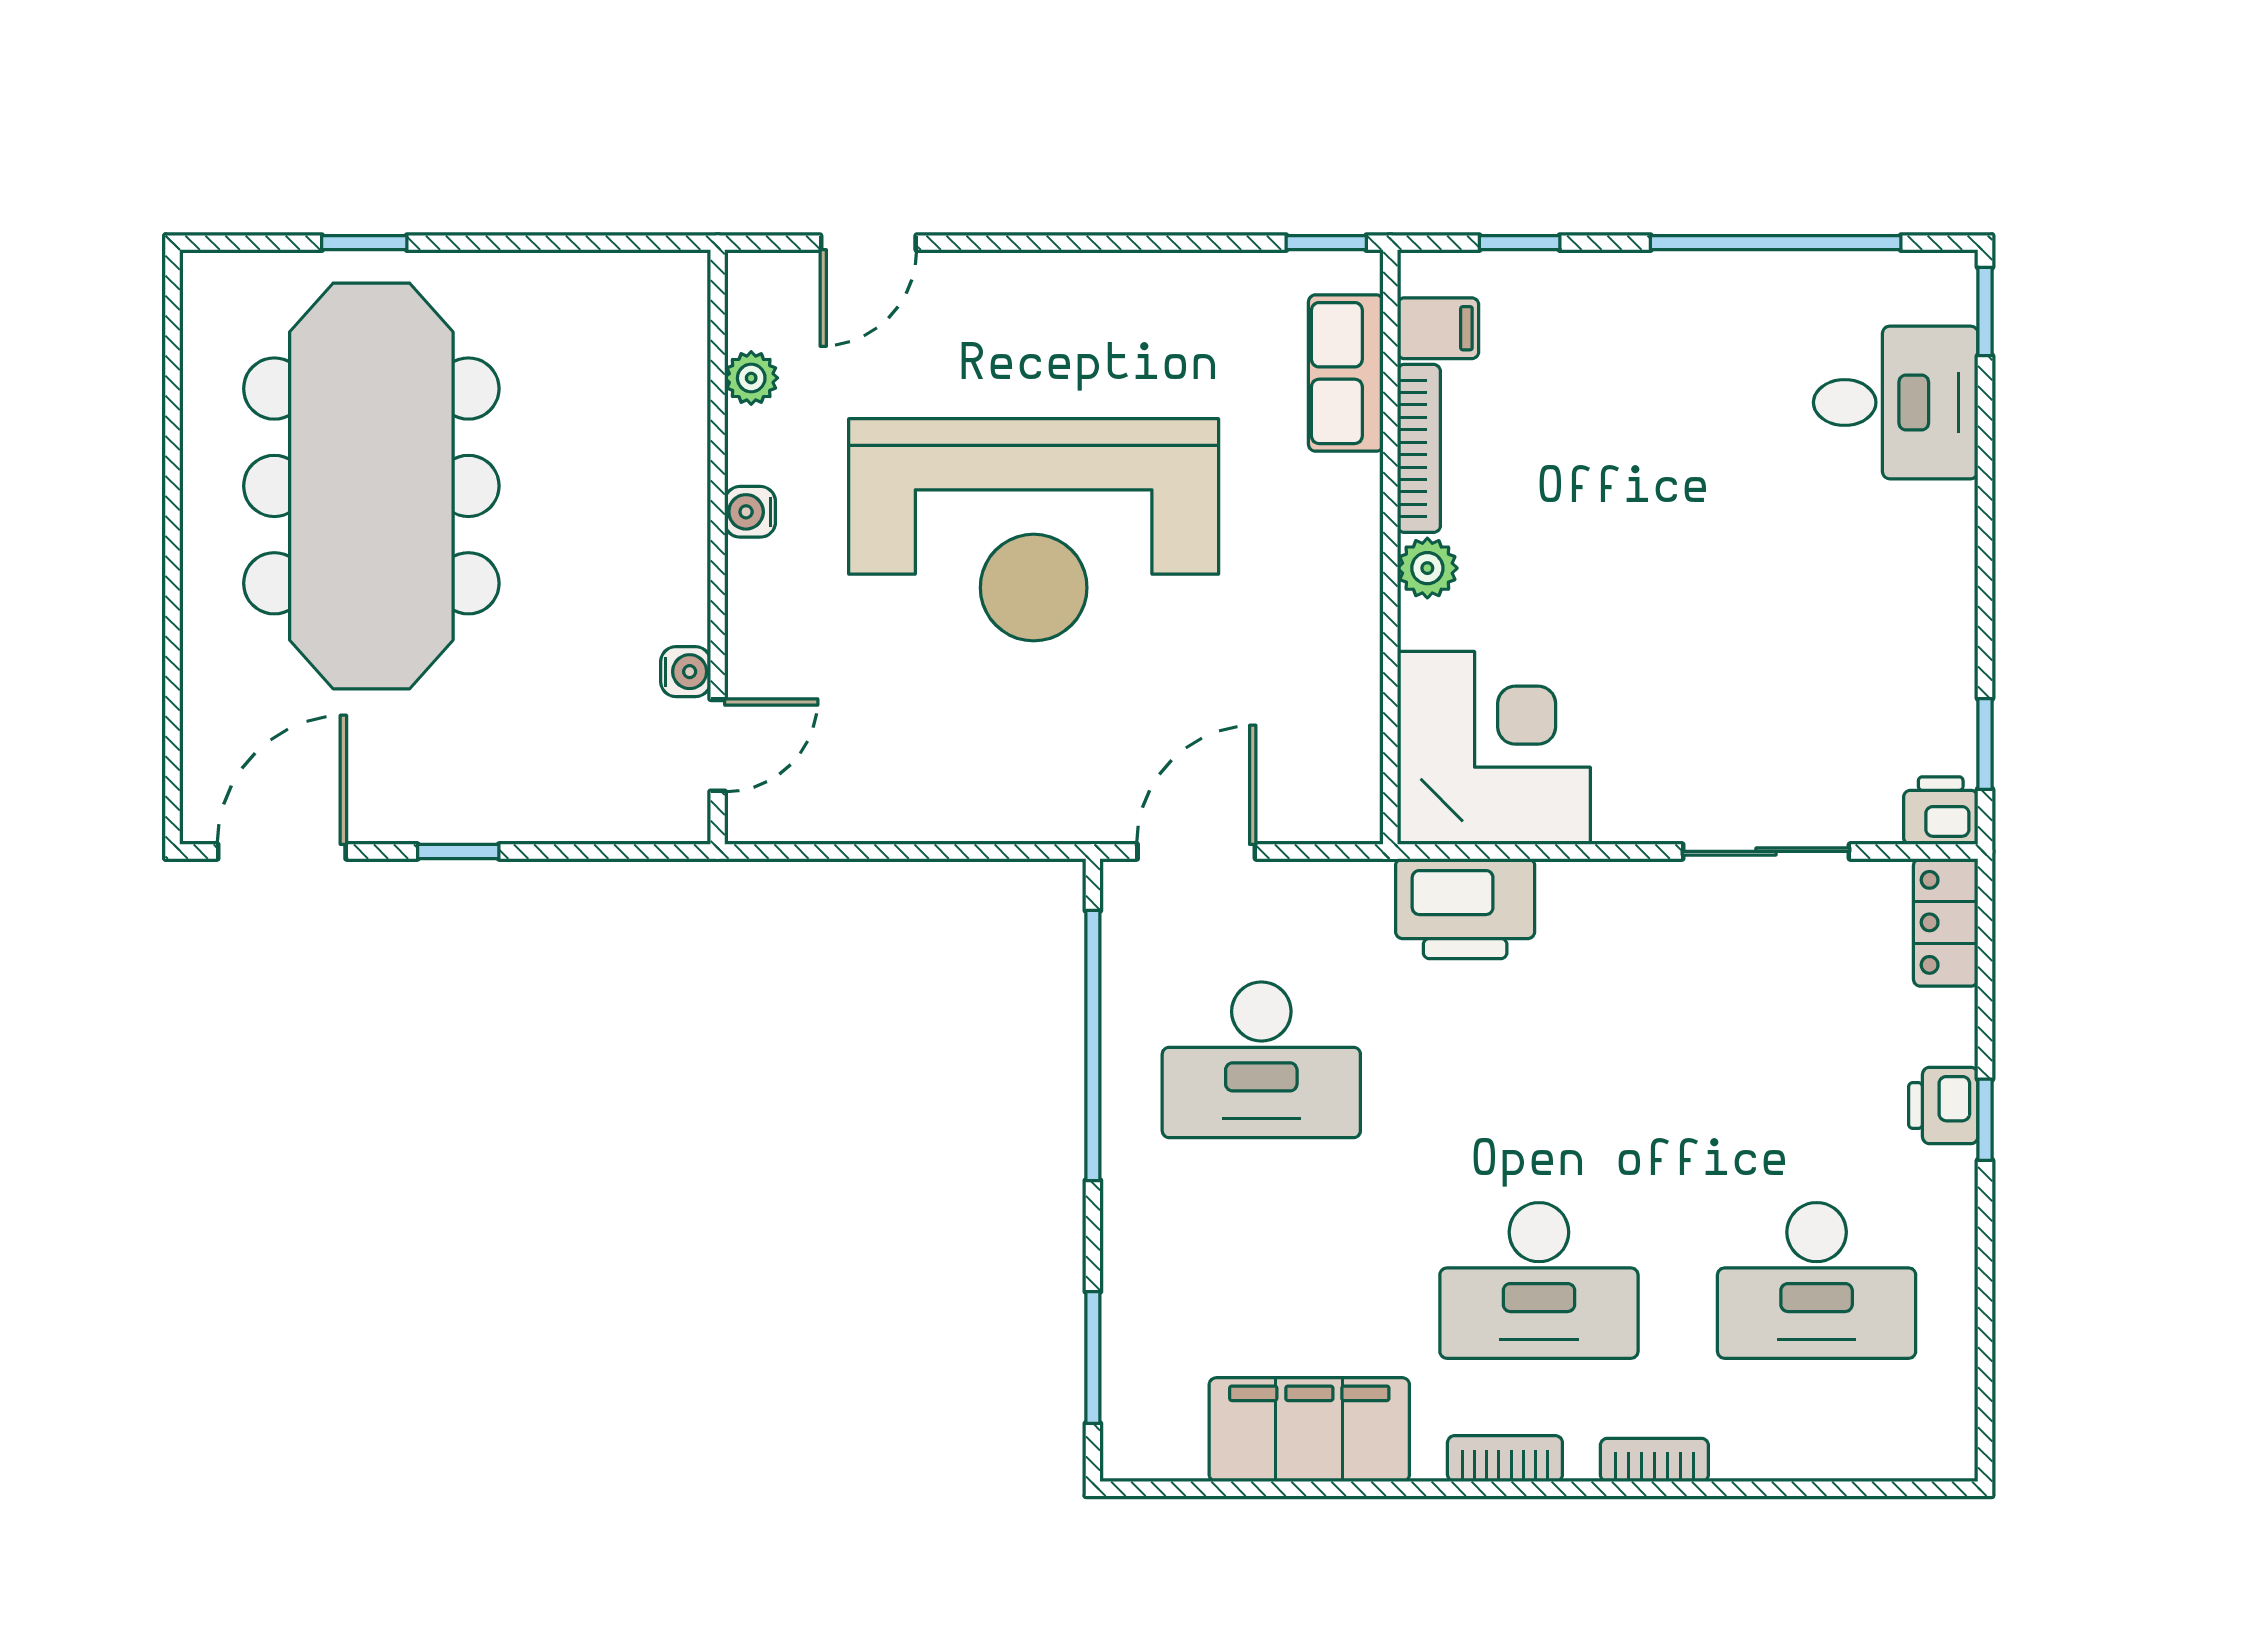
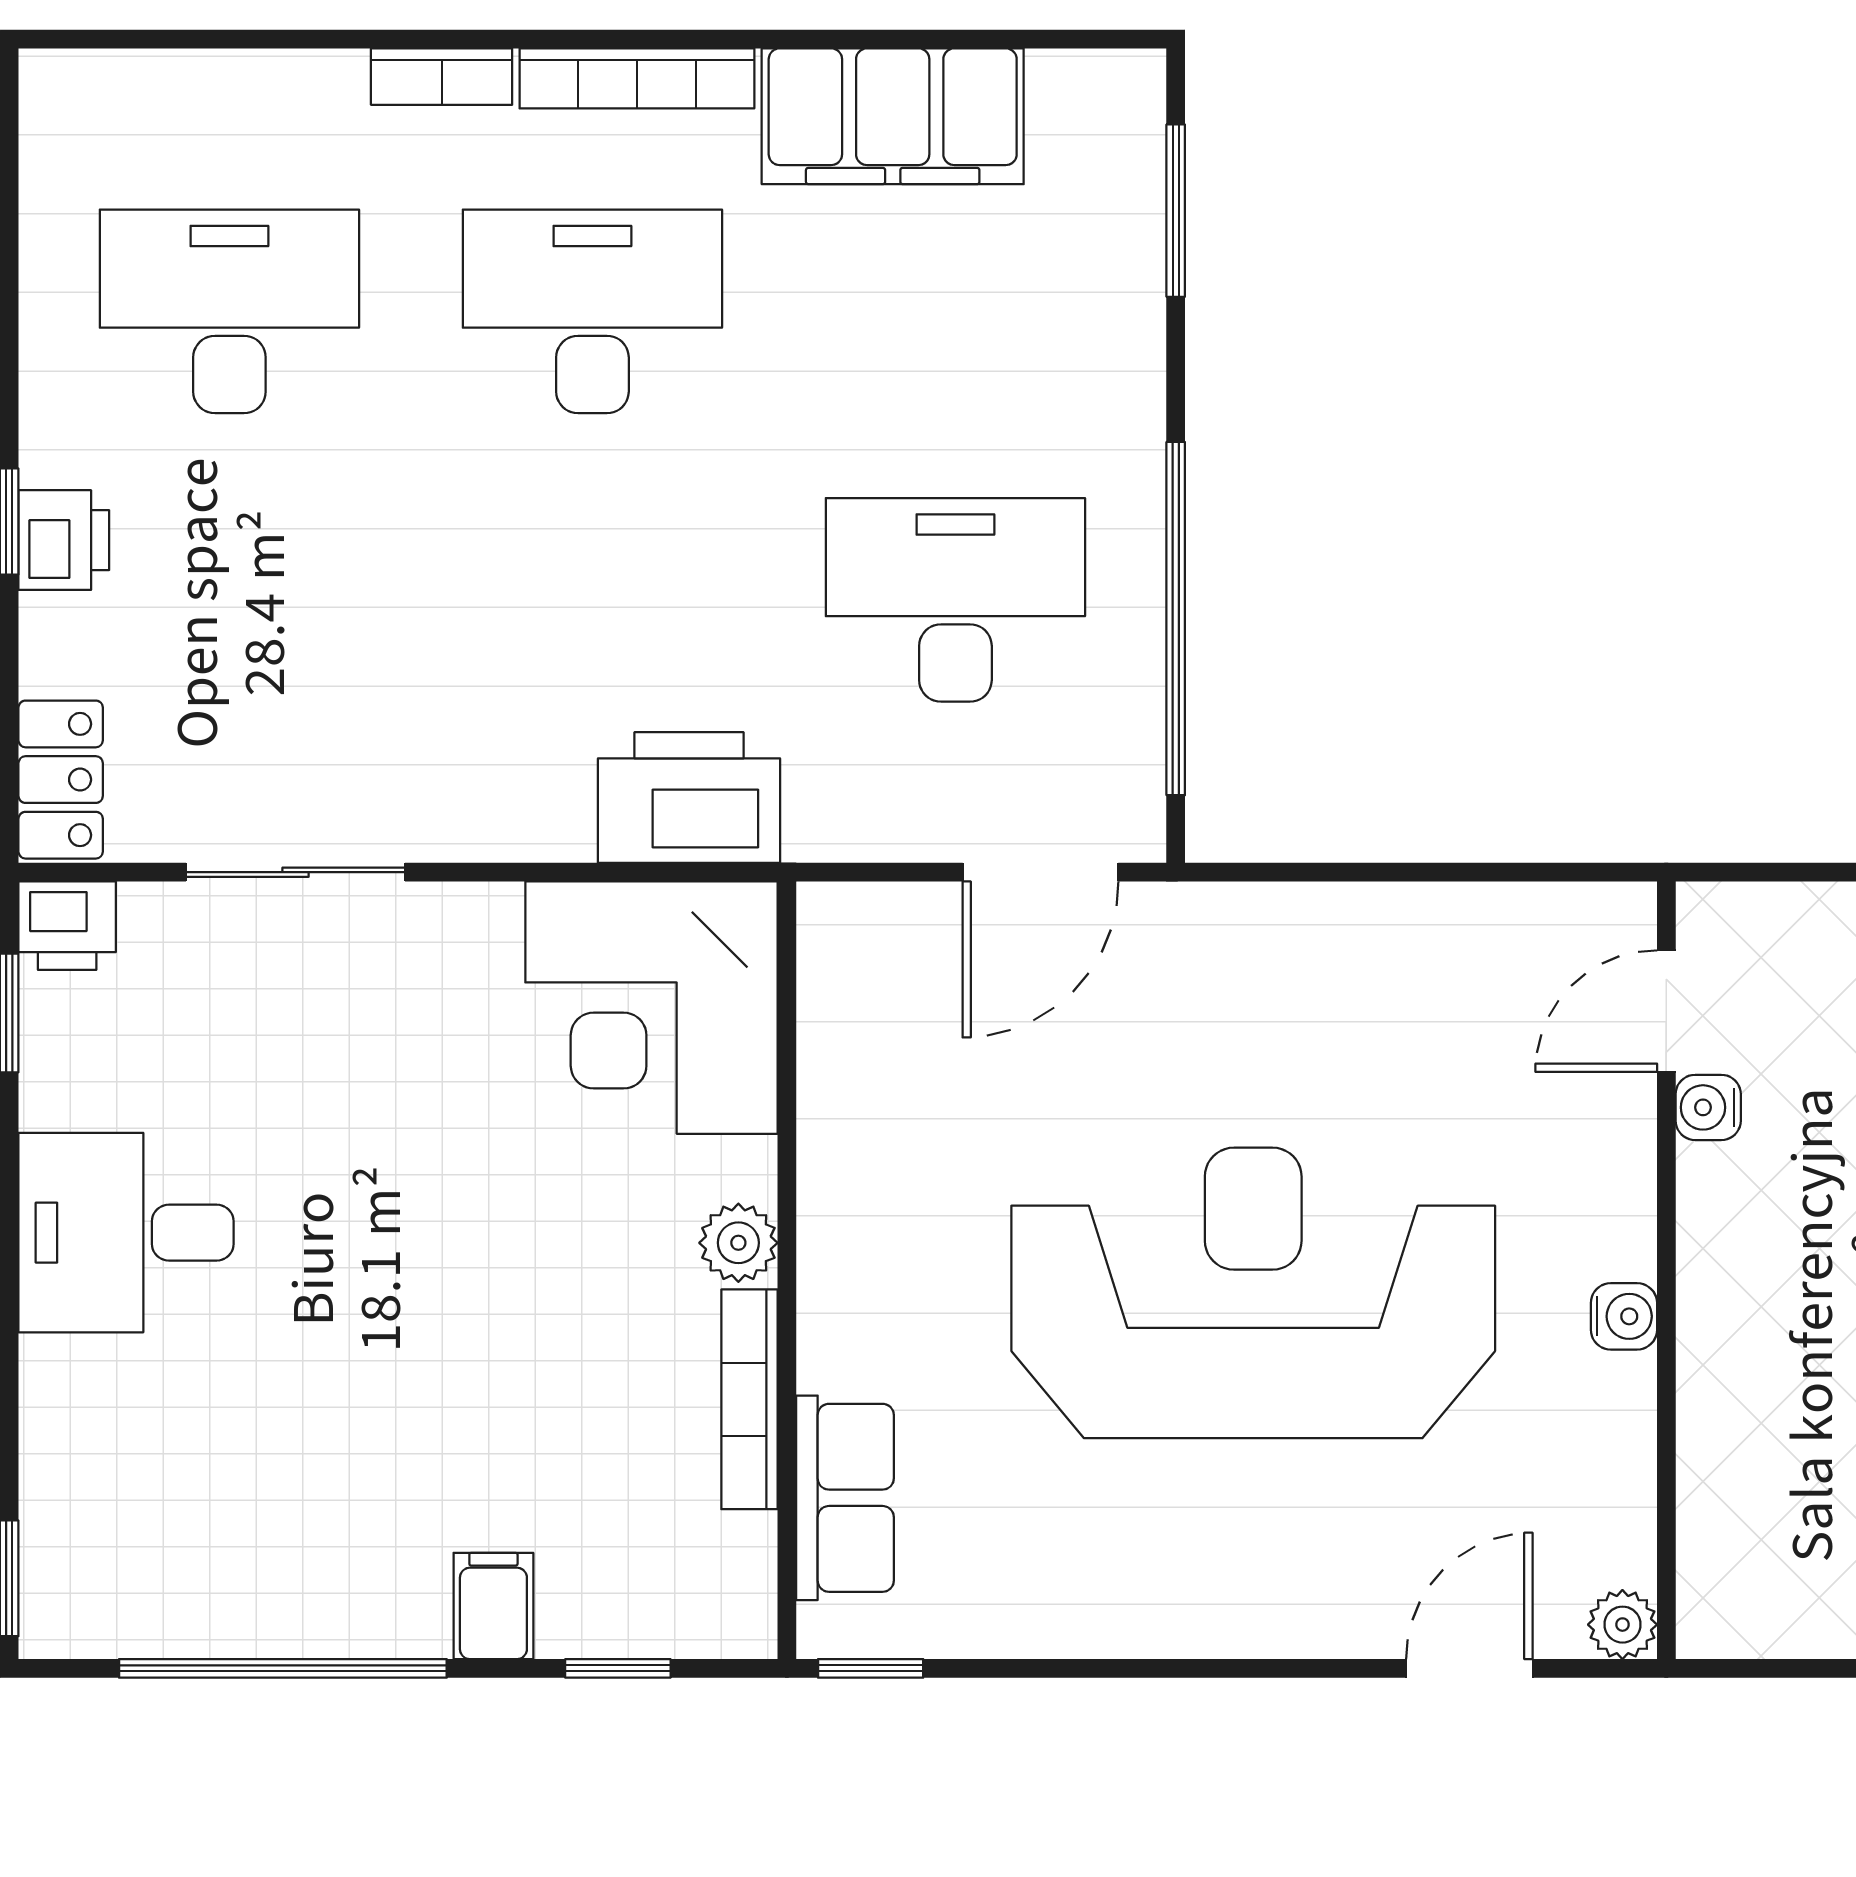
filing cabinet: (1438, 328) -> (493, 1606), moved, turned 90
plant: (751, 378) -> (1622, 1625), moved
desk: (1896, 402) -> (126, 1233), moved
bookcase: (1505, 1459) -> (637, 78), width x1.56

